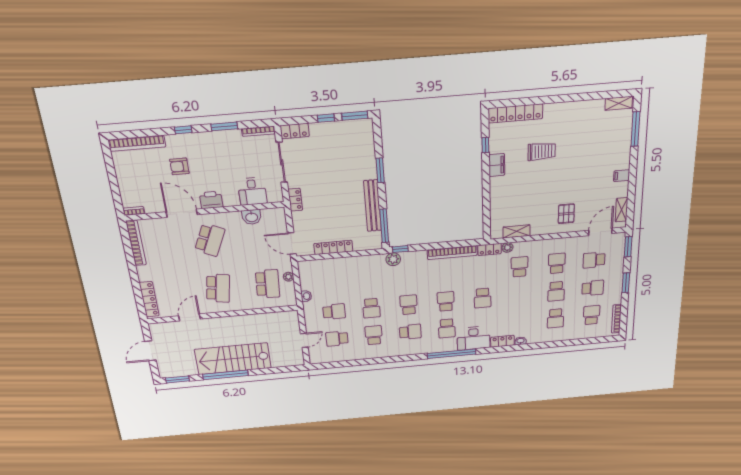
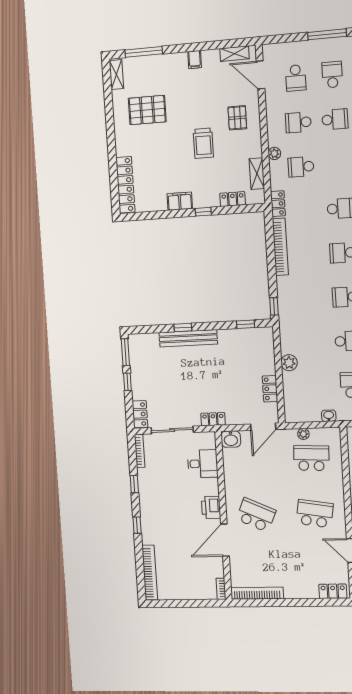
window: (224, 126) -> (134, 484), width x0.67
pallet: (583, 133) -> (147, 110), added
window: (485, 145) -> (203, 212), moved
trolley: (542, 151) -> (203, 143), moved, turned 180
armchair: (179, 166) -> (174, 535), removed
window: (380, 170) -> (183, 327), width x0.67
bench: (372, 206) -> (188, 338), moved
locker: (496, 212) -> (233, 199), added
pallet: (566, 214) -> (237, 118), turned 90
washbasin: (252, 217) -> (231, 439), moved, turned 90
window: (384, 226) -> (246, 324), width x0.46
locker: (333, 247) -> (270, 389), width x0.66
plant: (507, 247) -> (274, 153), moved
window: (628, 247) -> (280, 39), removed
plant: (393, 259) -> (289, 363), moved
window: (626, 283) -> (327, 34), width x1.44
locker: (149, 299) -> (333, 591), width x0.66

